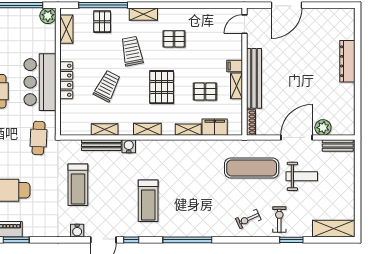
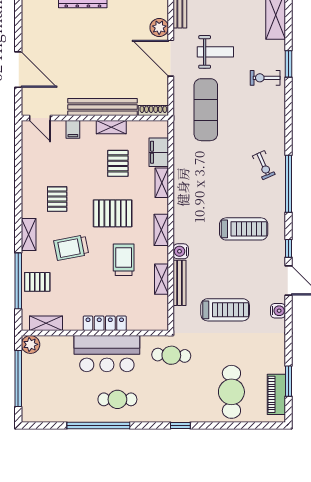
filing cabinet: (235, 66) -> (73, 129), moved
trolley: (107, 86) -> (124, 260), moved, turned 63
weight bench: (302, 176) -> (215, 52), turned 90
exercise bike: (248, 219) -> (264, 165), moved

